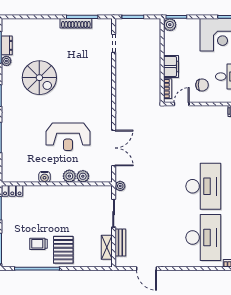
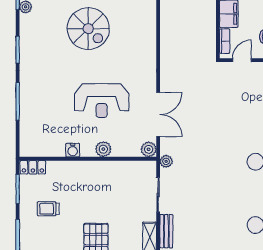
spiral stairs: (39, 78) -> (88, 29), moved
plant: (83, 176) -> (149, 149), moved
trolley: (39, 244) -> (48, 209), moved

